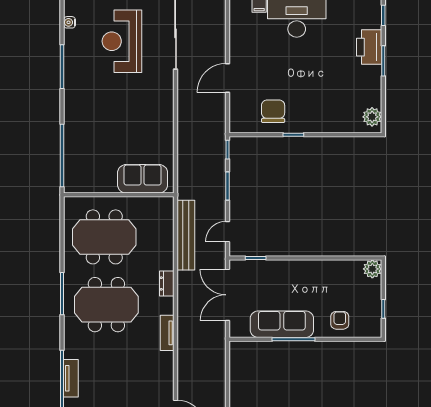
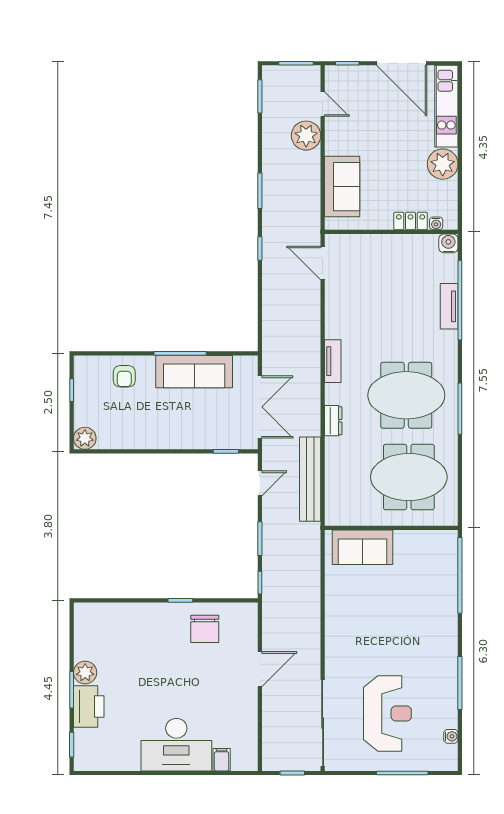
plant: (372, 117) -> (85, 673), moved

